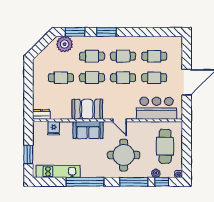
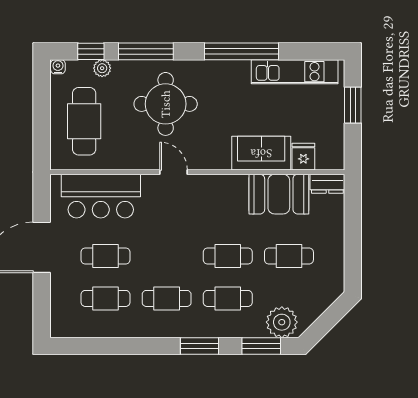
cafe table: (123, 78) -> (167, 256), removed
booth: (87, 109) -> (279, 194), moved
sofa: (88, 130) -> (261, 153), moved

